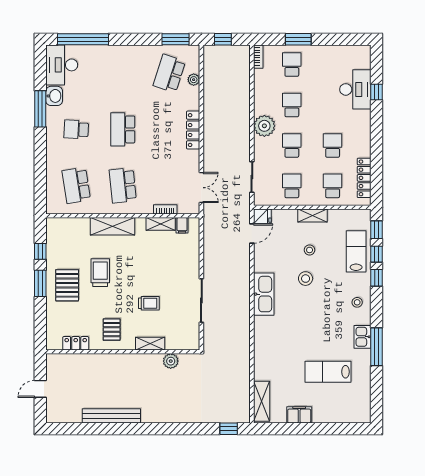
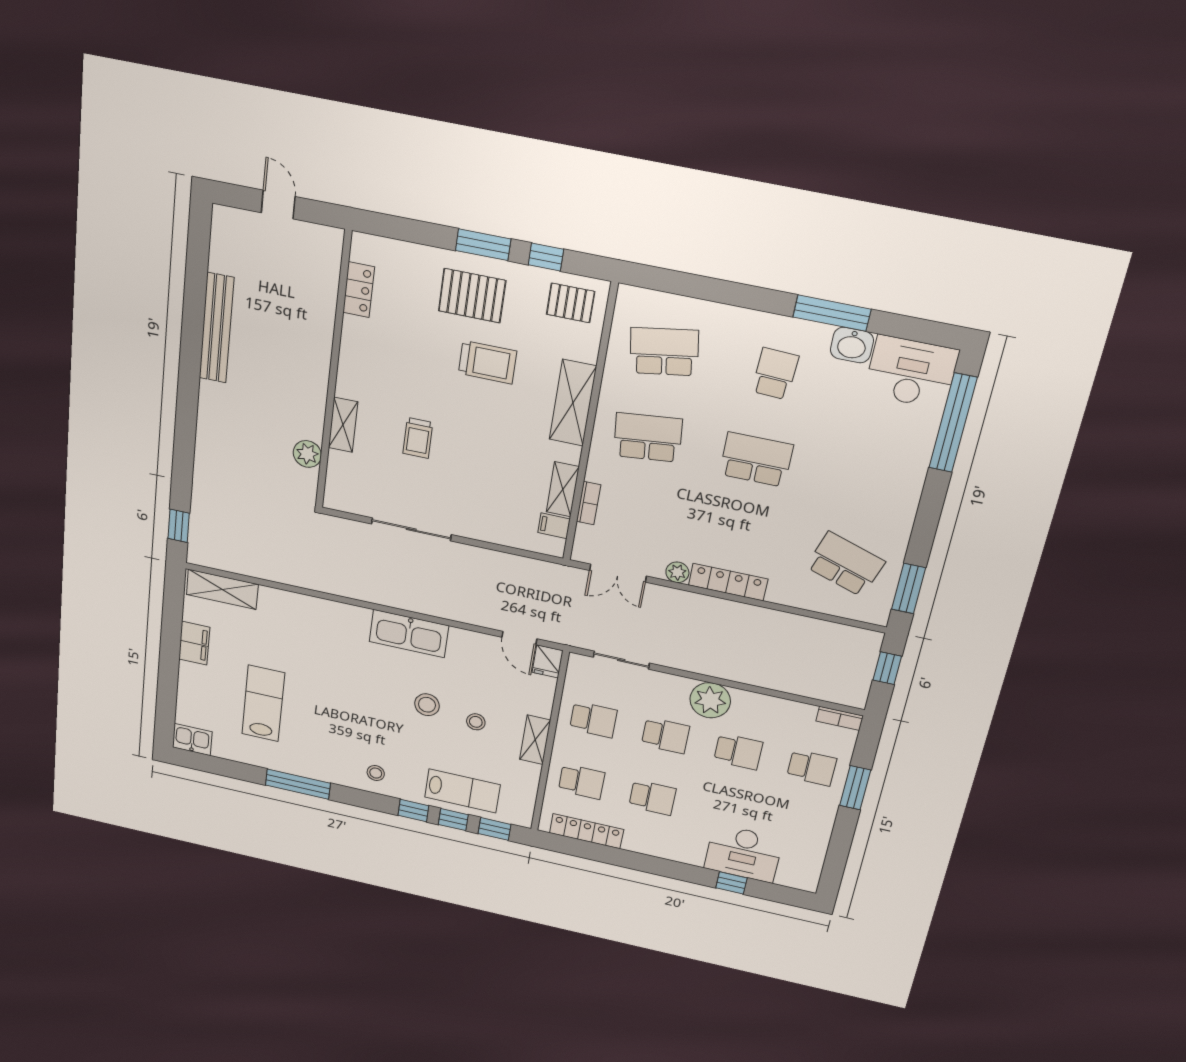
plant: (194, 80) -> (677, 572), moved
pallet: (112, 330) -> (571, 303), moved
kitchen sink: (363, 337) -> (192, 740), moved

